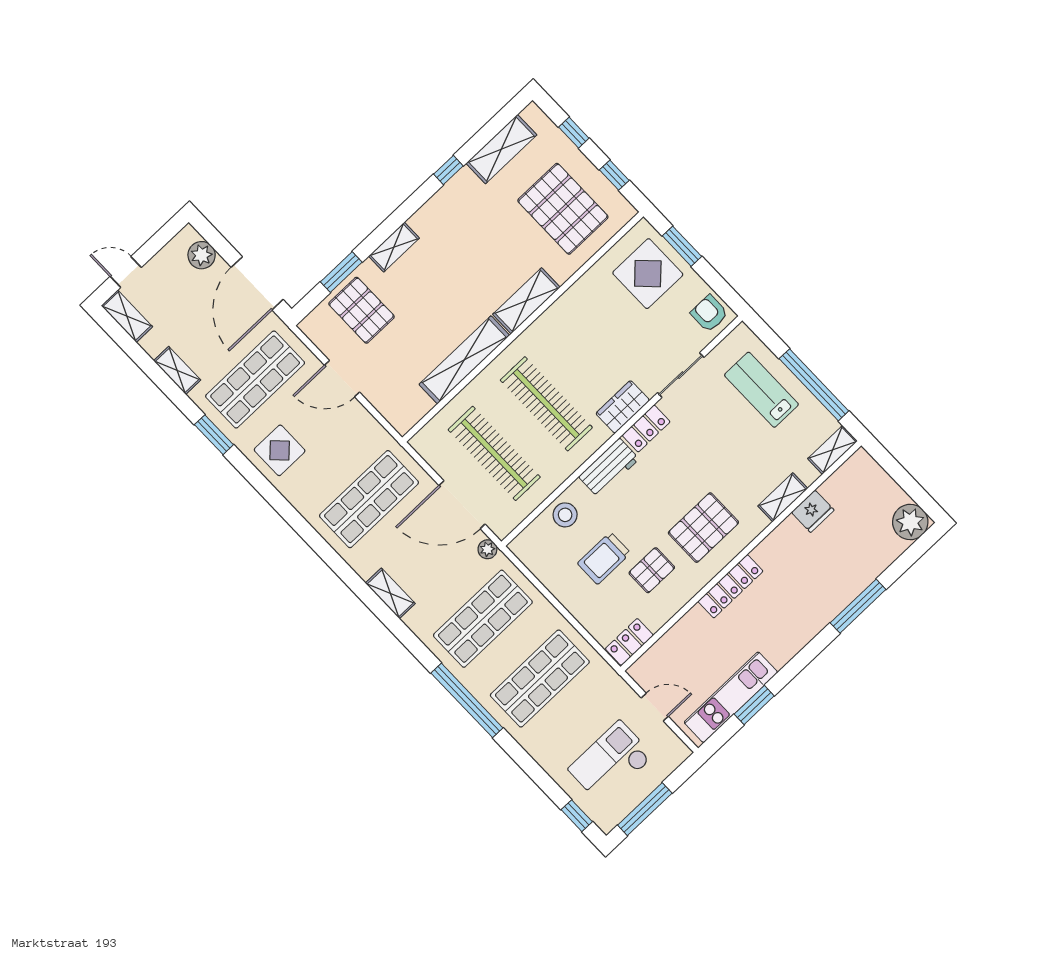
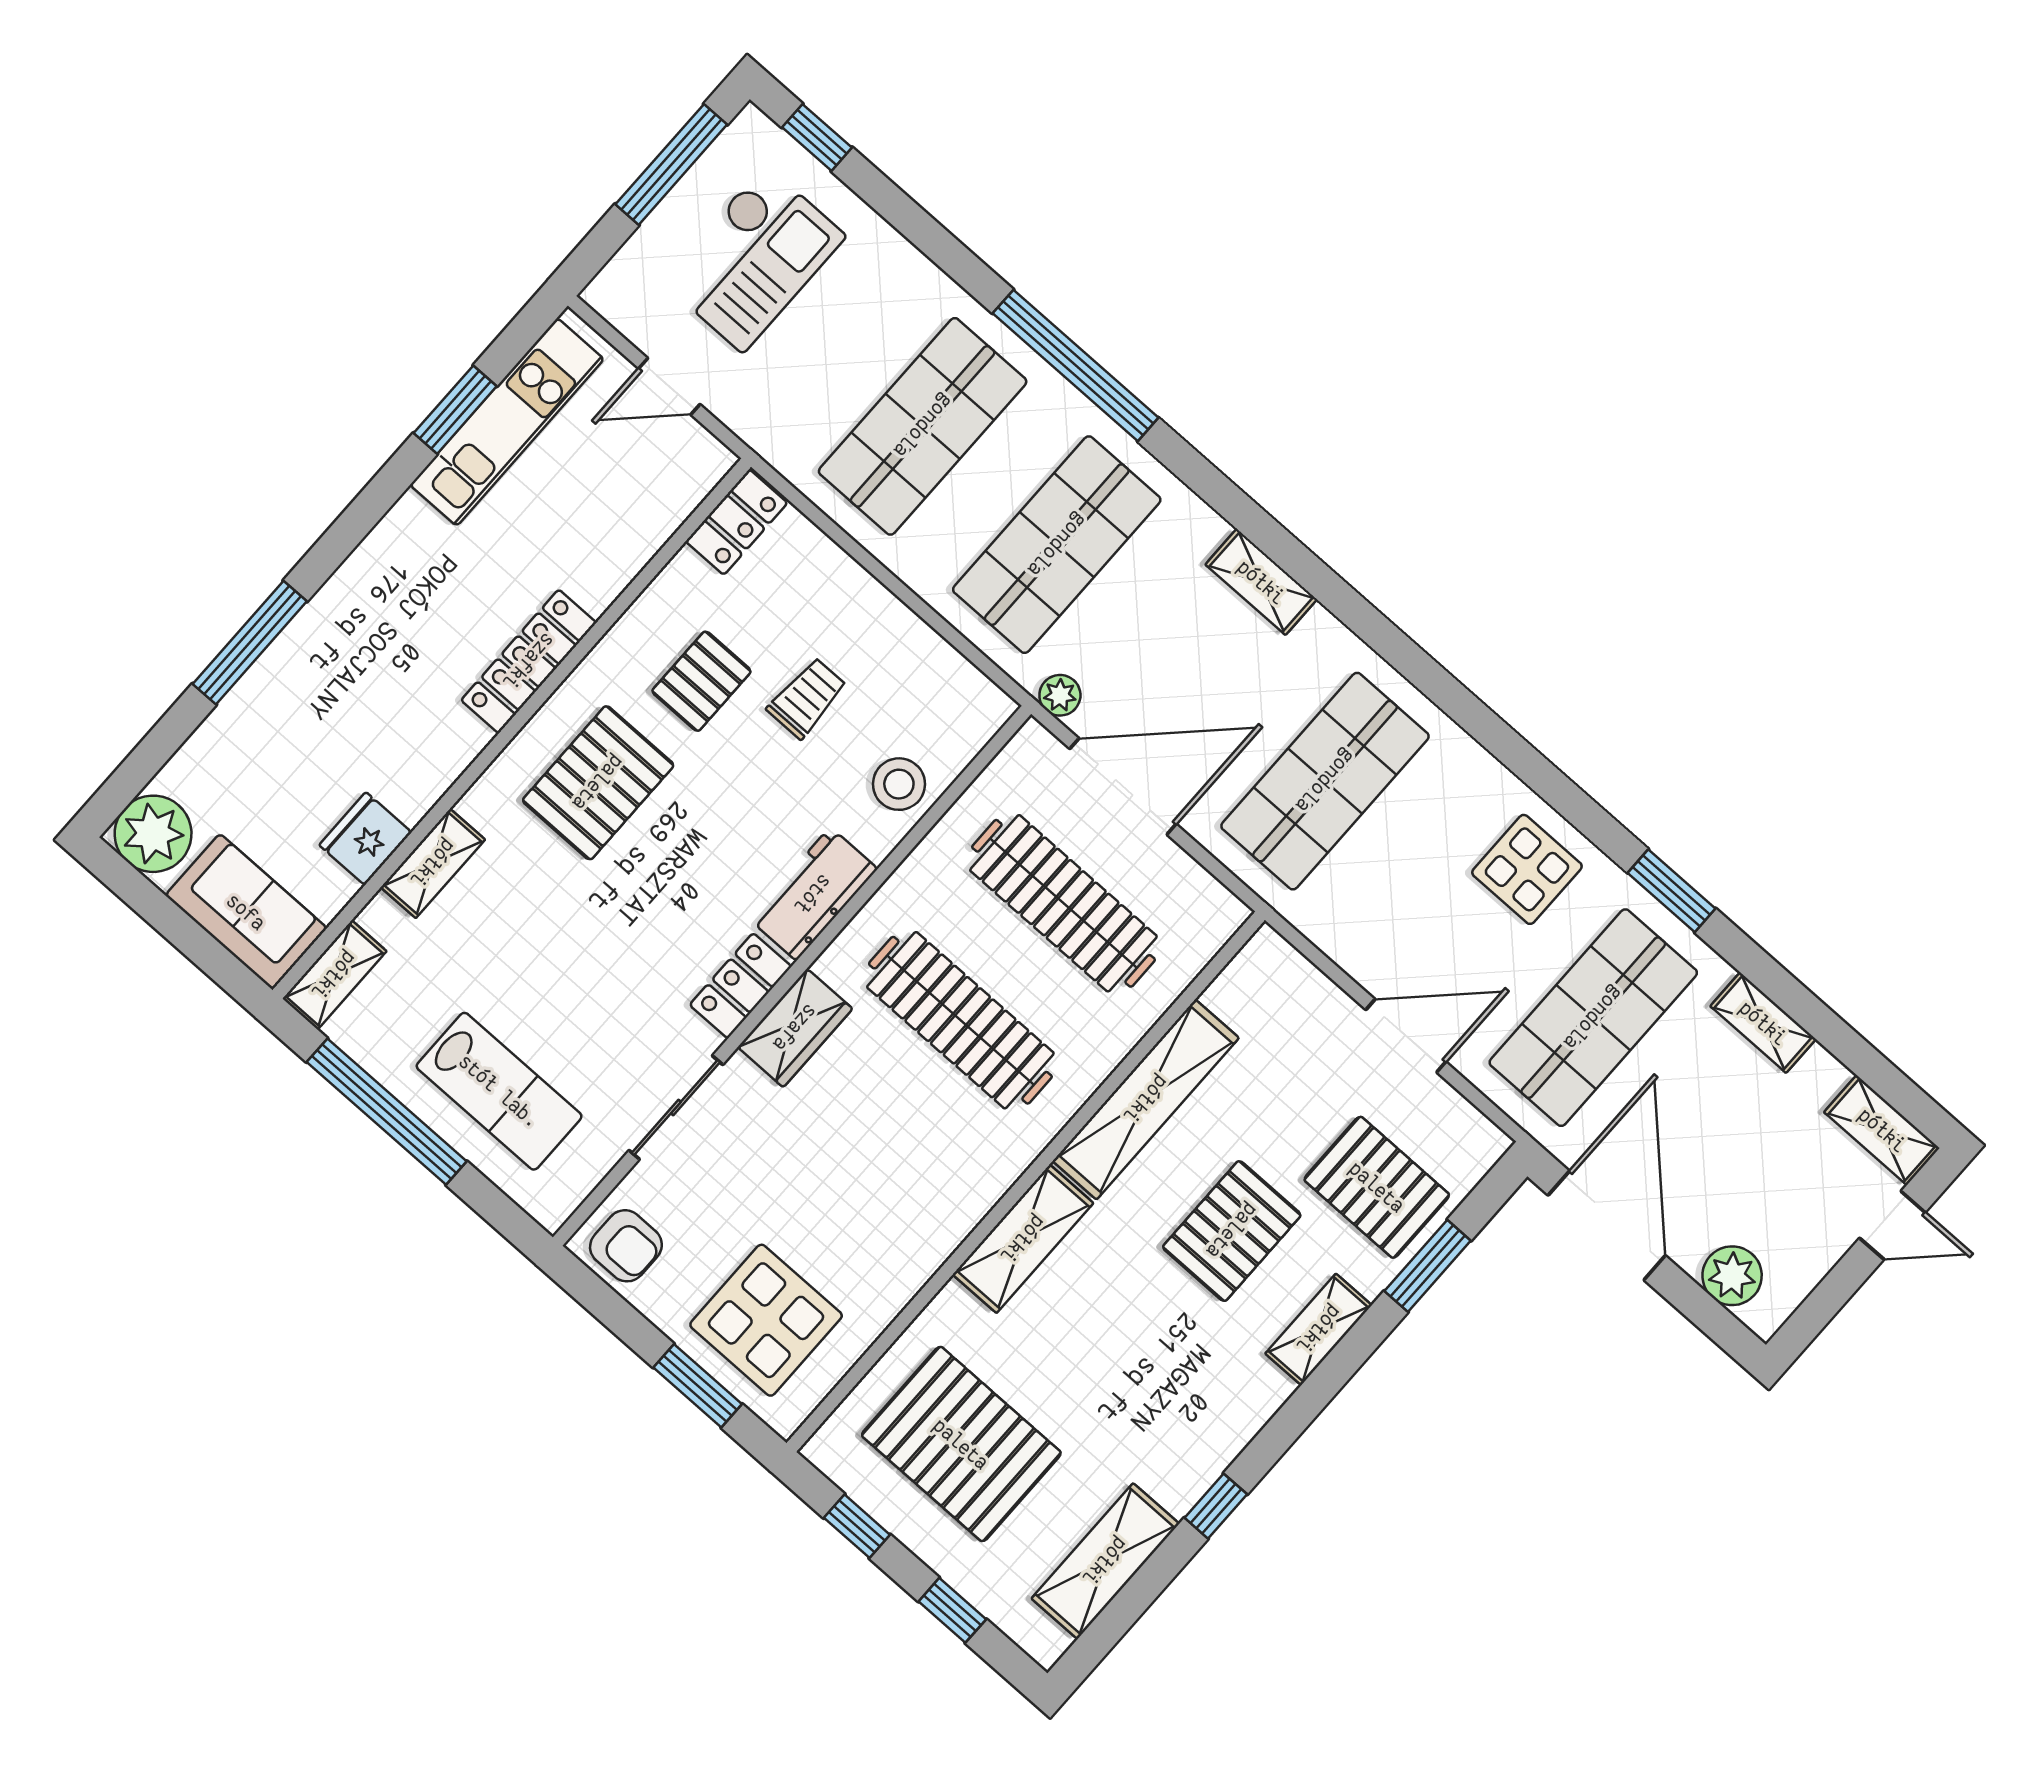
pallet: (430, 296) -> (1232, 1231), added
sofa: (871, 482) -> (246, 912), added
trolley: (604, 558) -> (807, 698), width x0.73, depth x0.72

